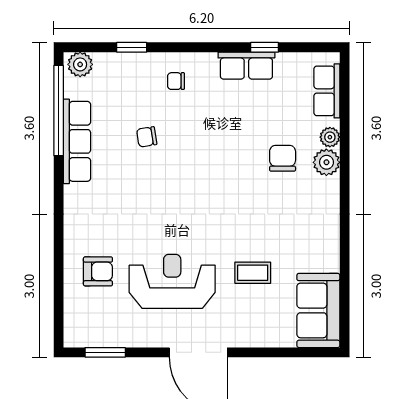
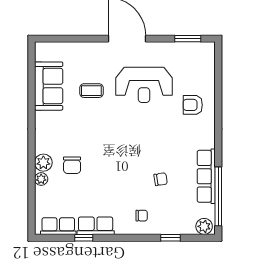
row of seats: (327, 91) -> (58, 226), moved, turned -90
armchair: (98, 271) -> (193, 105), moved
sofa: (318, 310) -> (49, 86), moved

